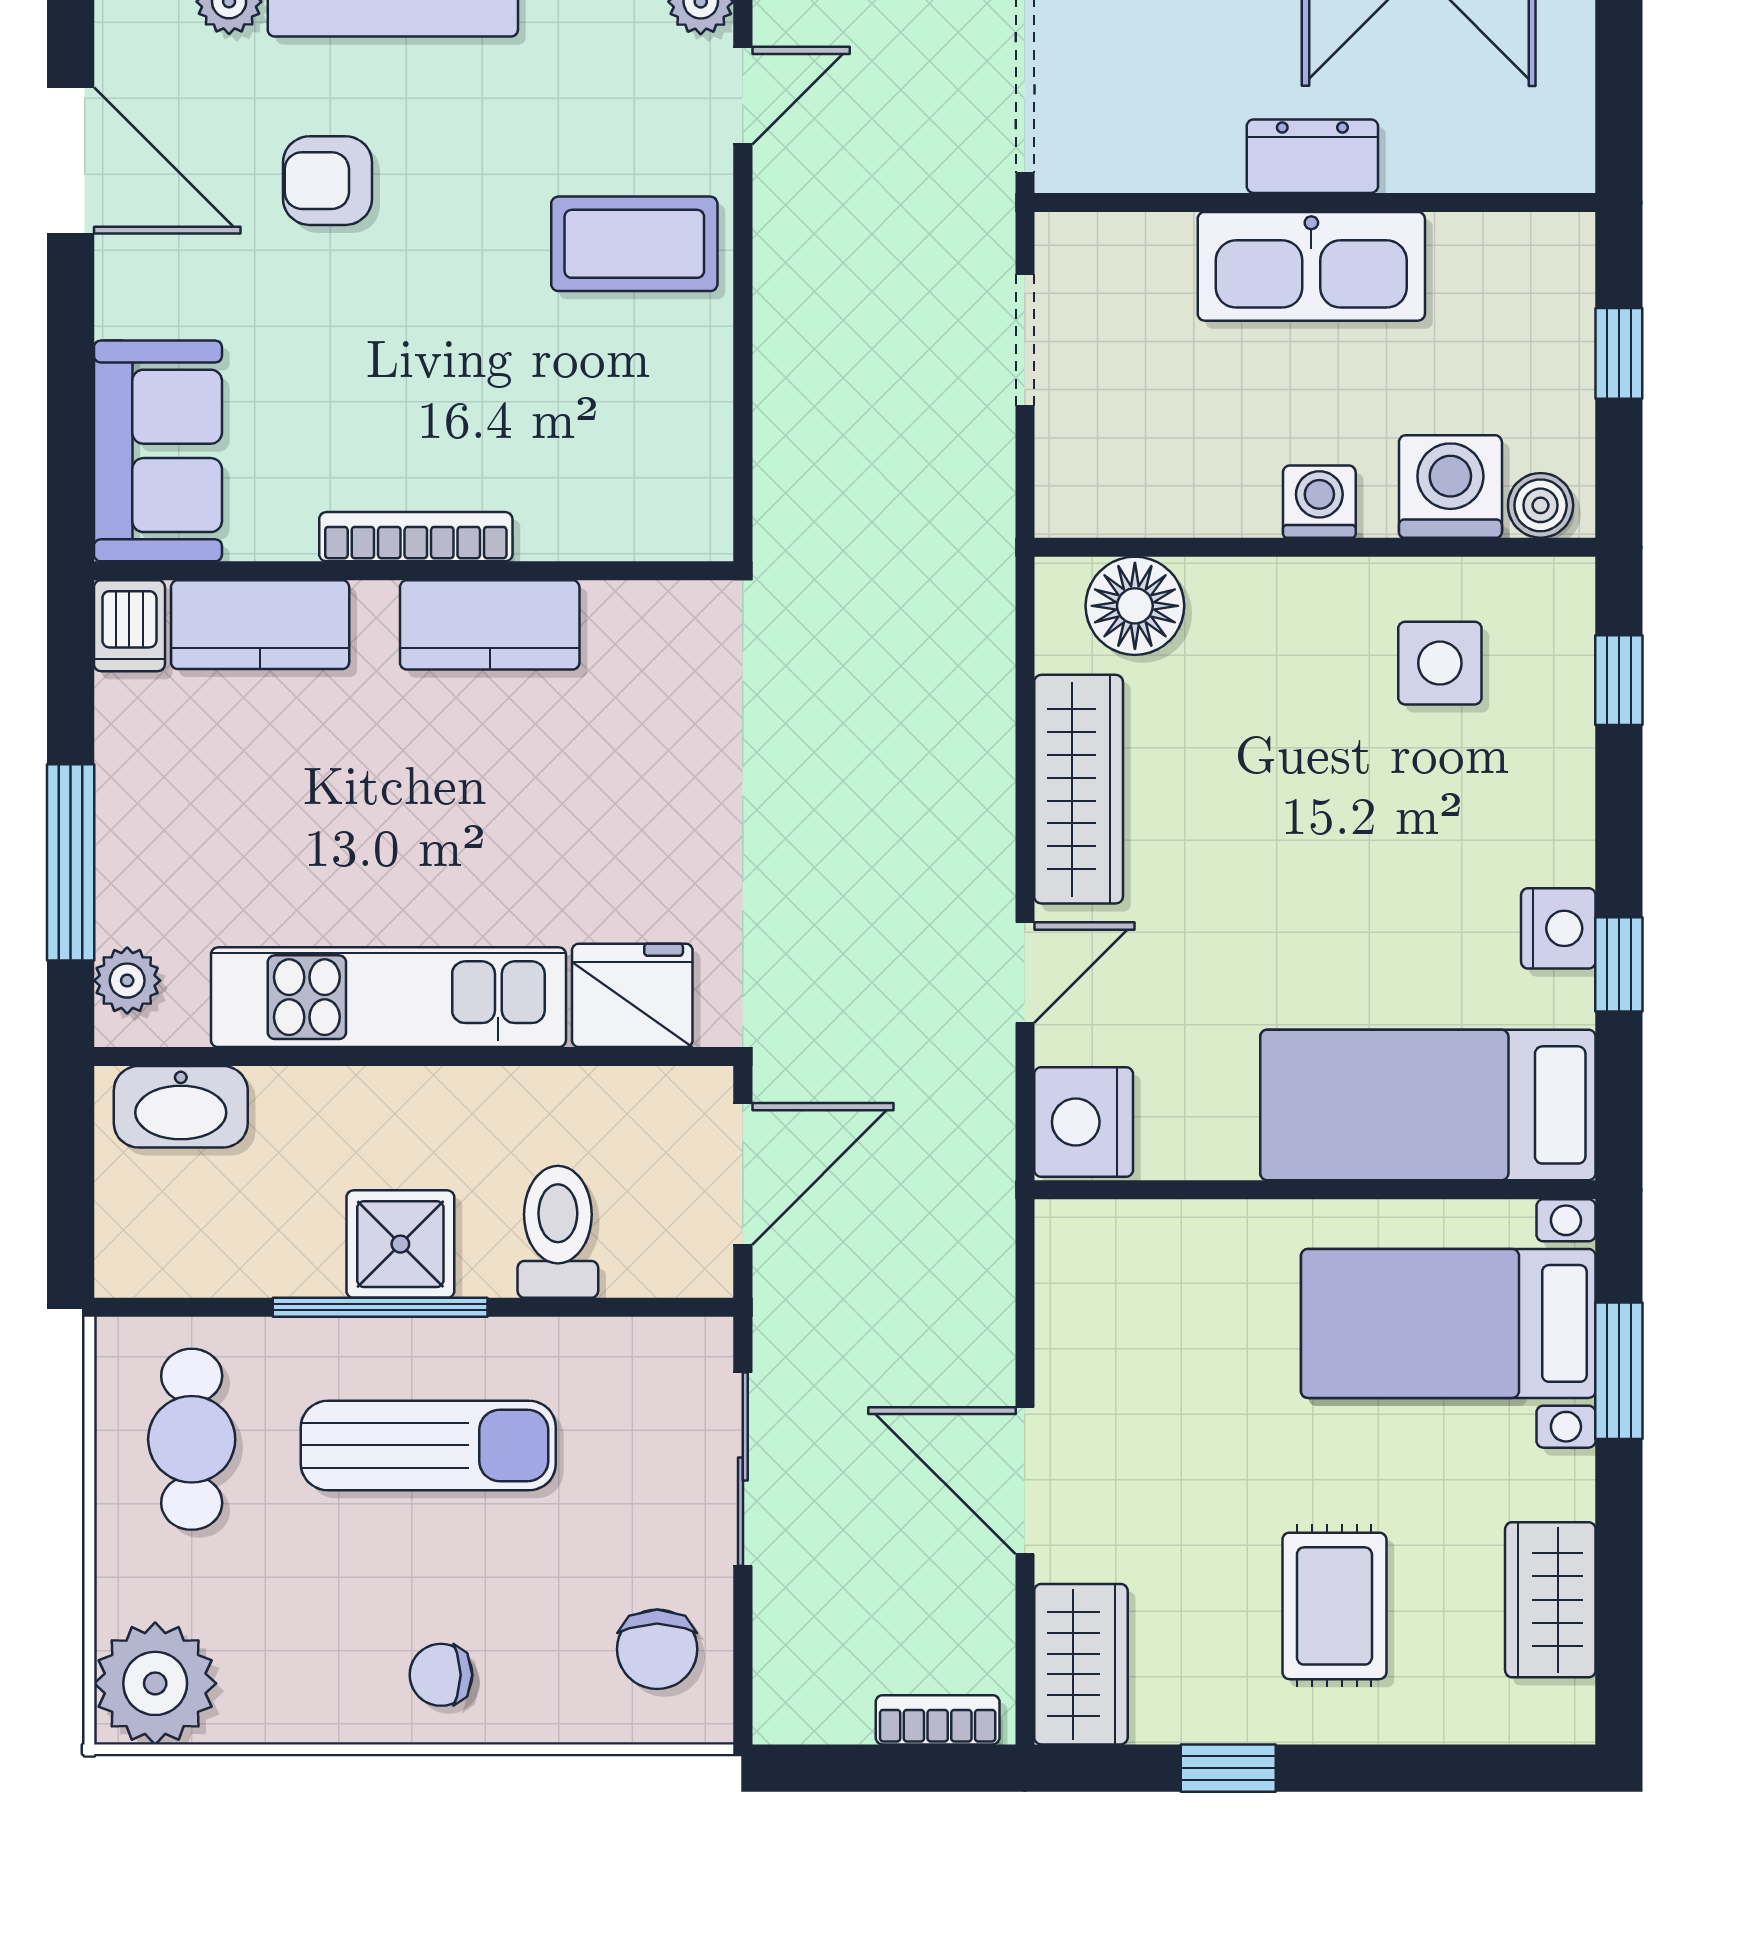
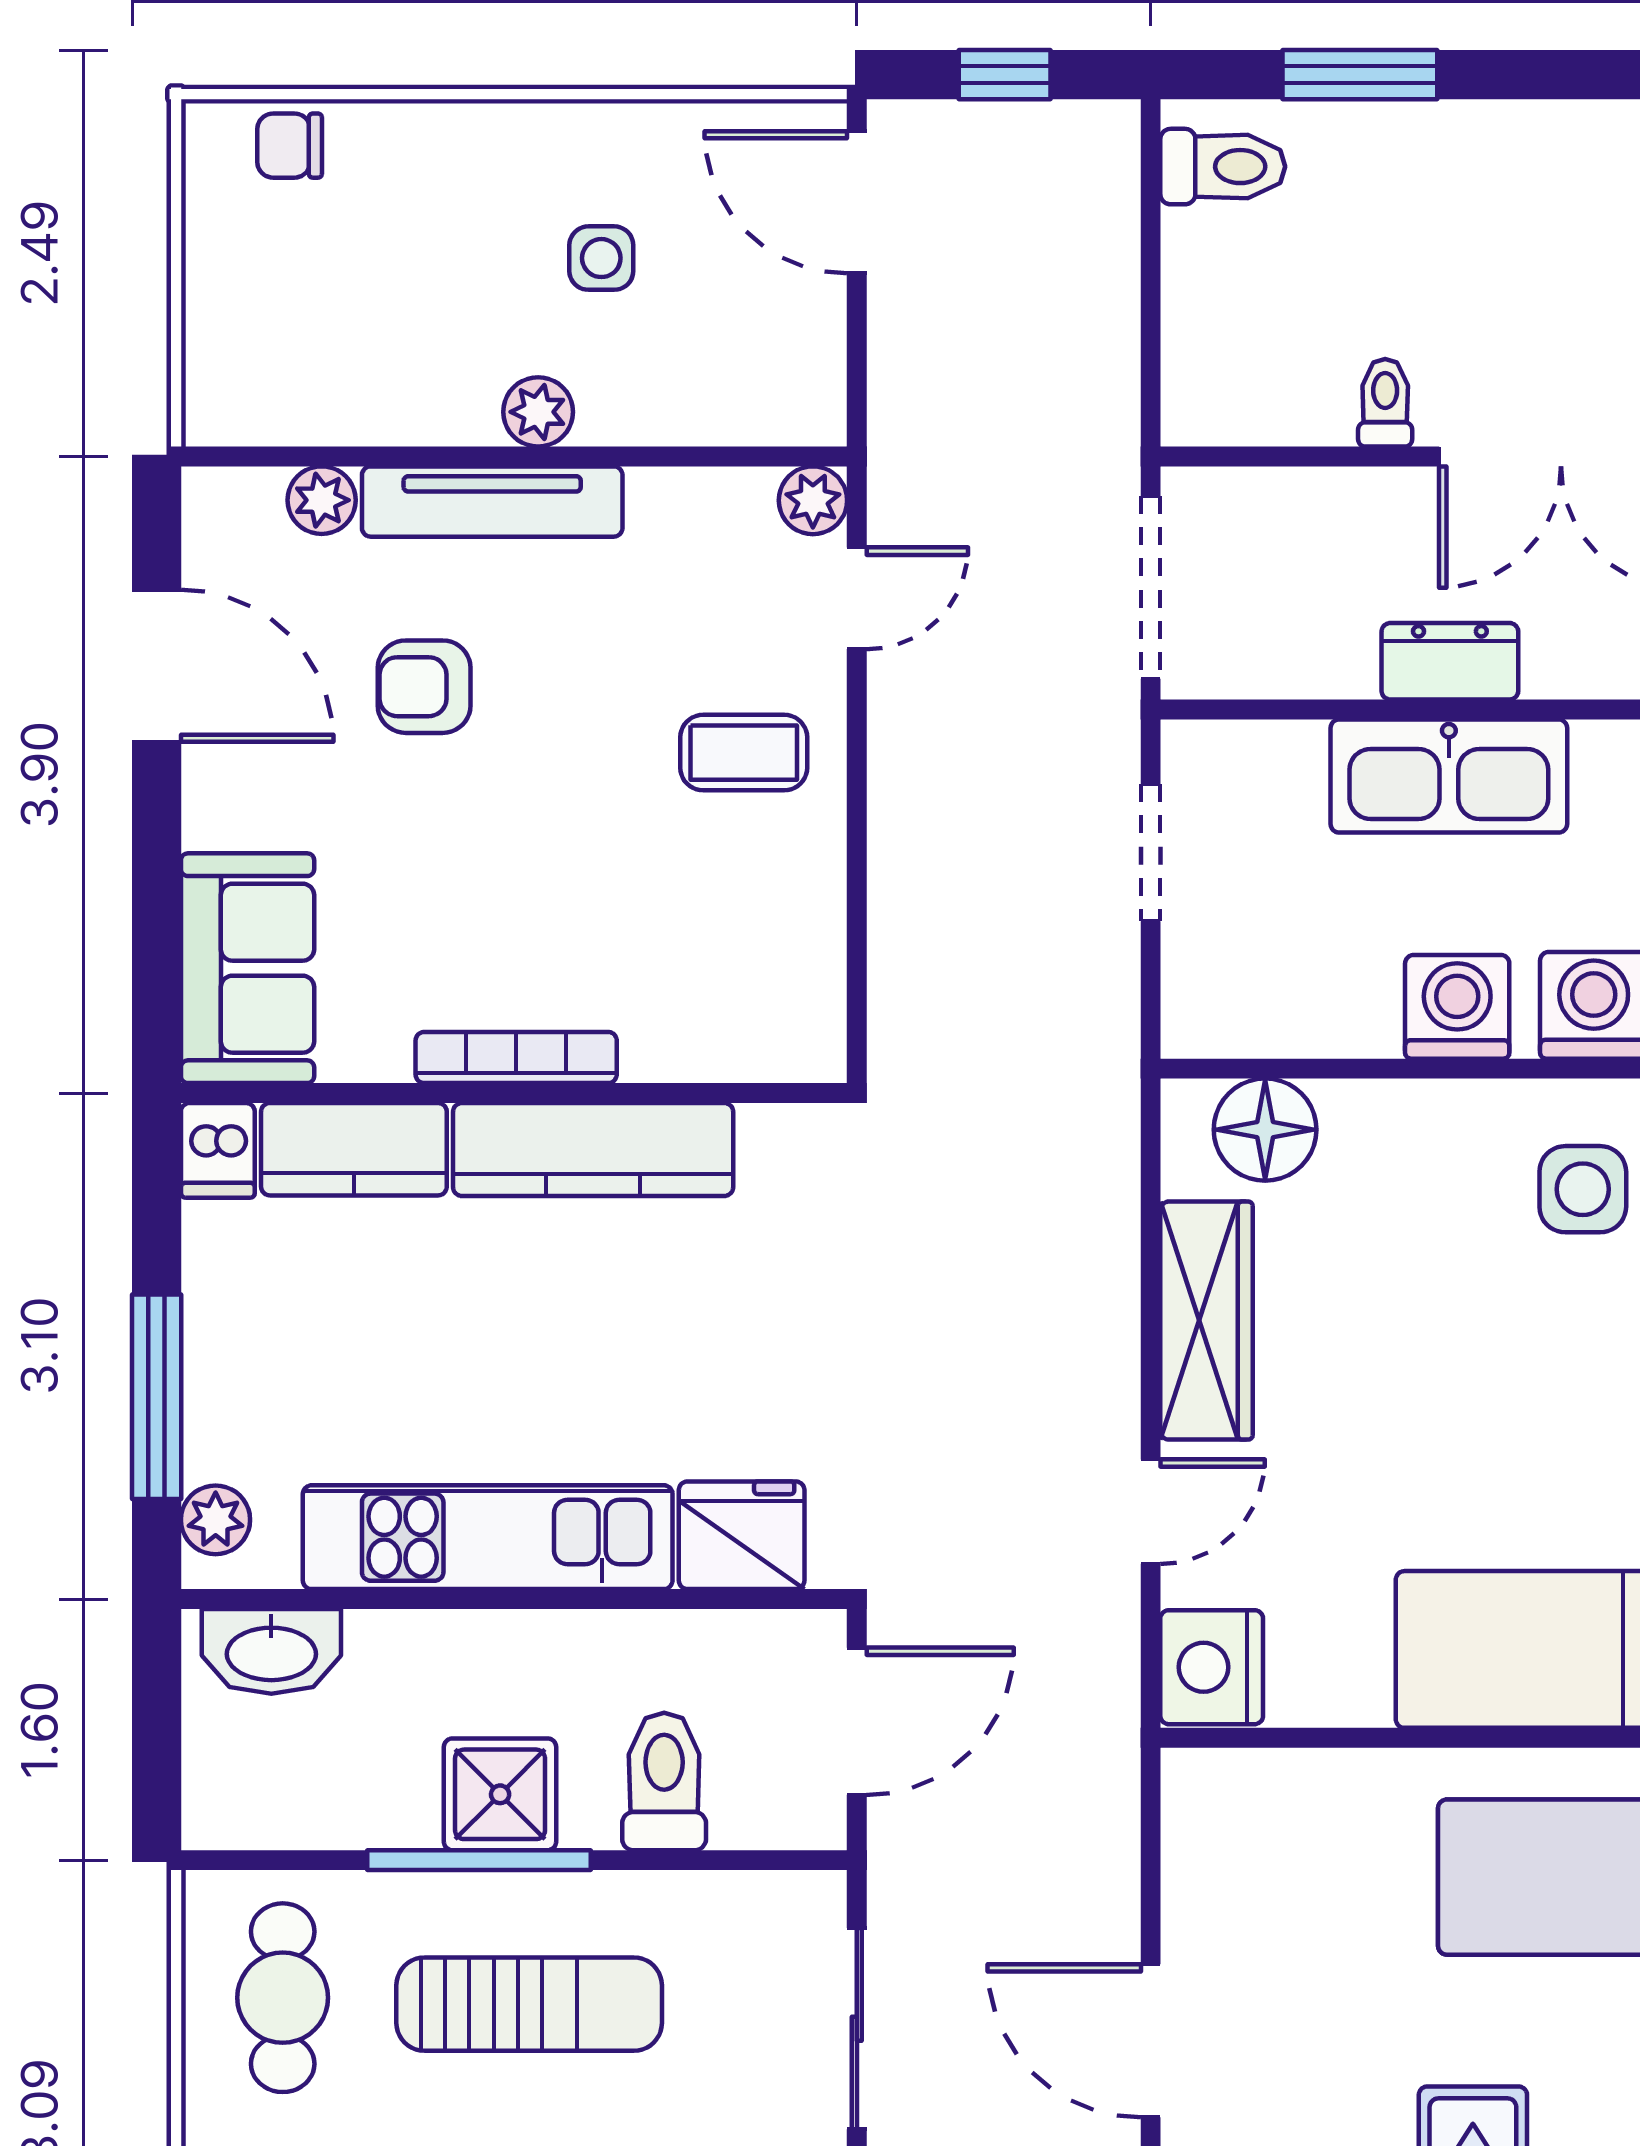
coffee table: (634, 244) -> (744, 753), width x0.73, depth x0.77
washing machine: (1319, 502) -> (1457, 1007), width x1.38, depth x1.38
kitchen counter: (490, 625) -> (593, 1149), width x1.50

